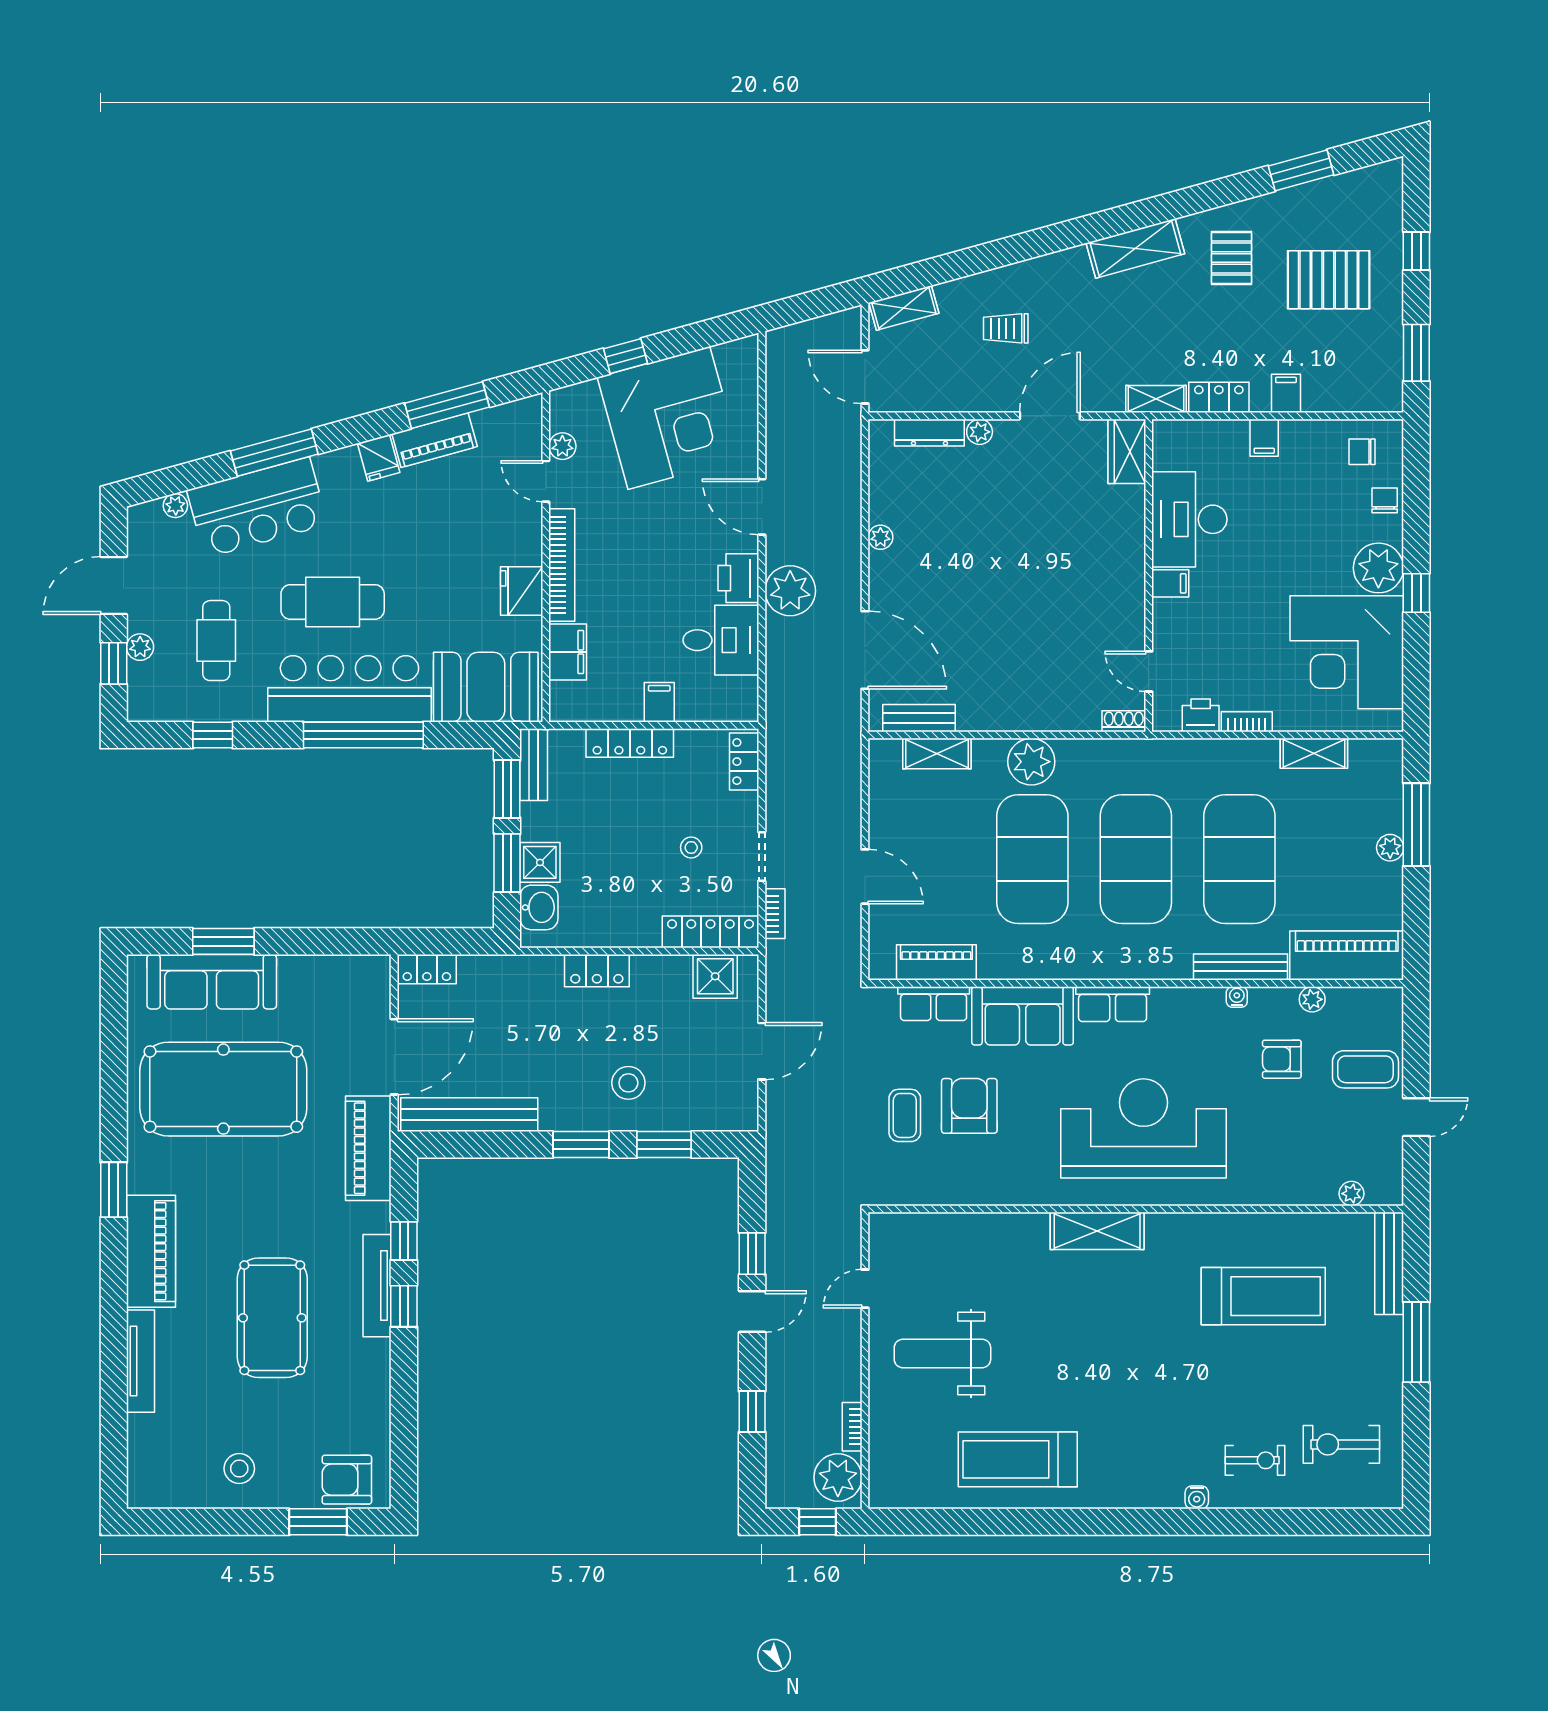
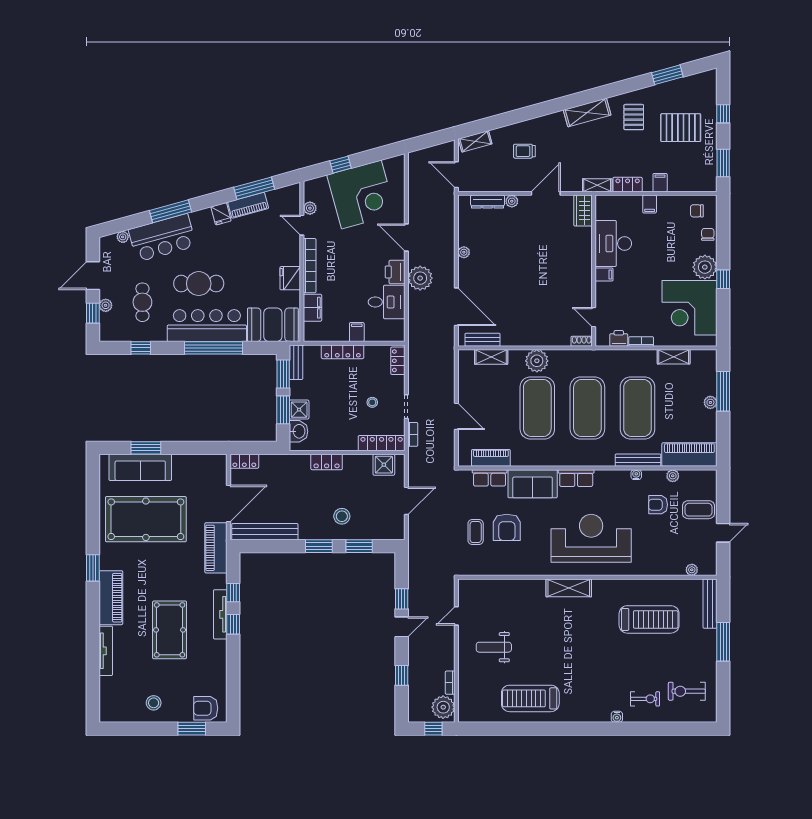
armchair: (969, 1106) -> (507, 527), turned 180
weight bench: (942, 1353) -> (494, 647), width x0.73, depth x0.75

